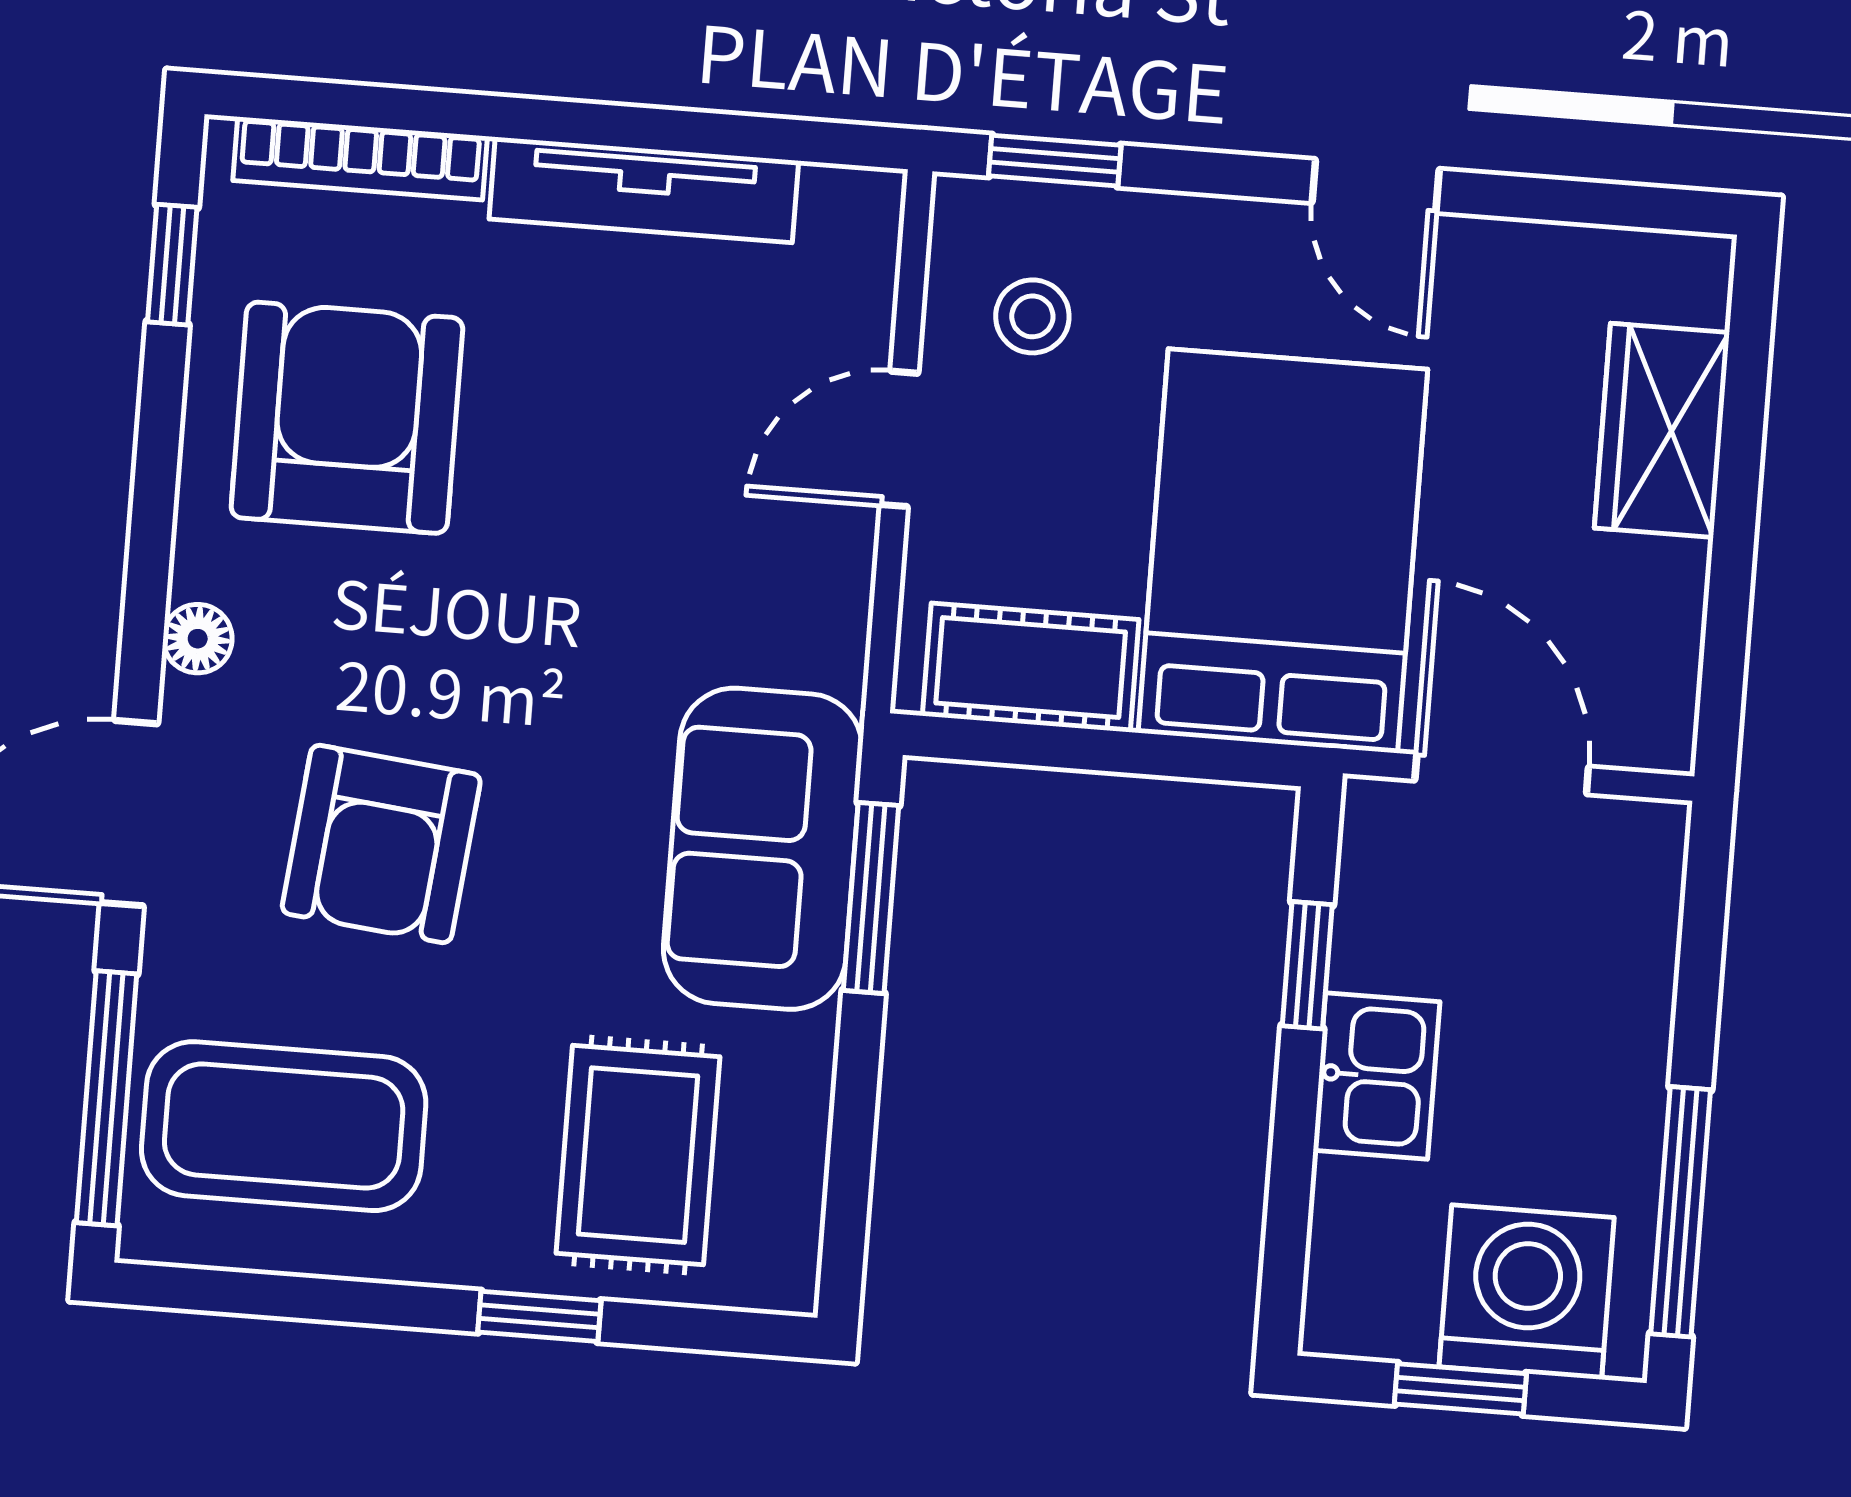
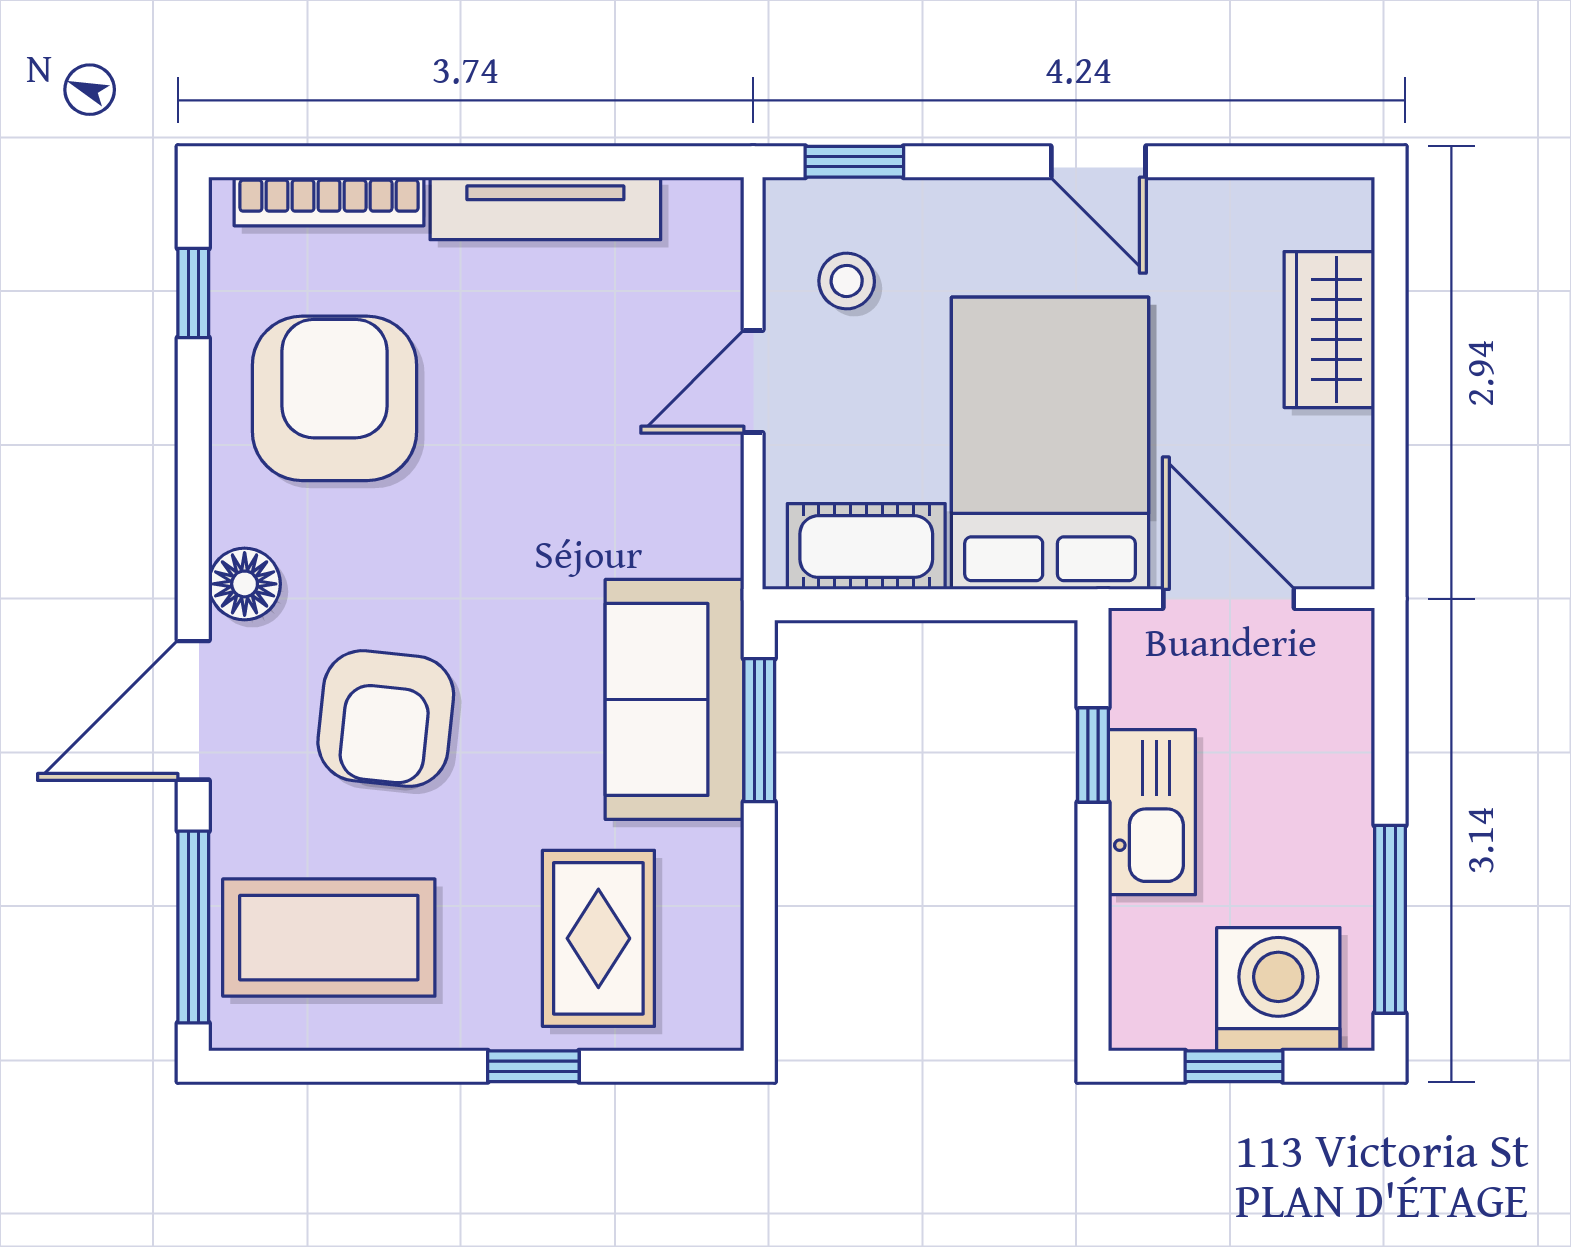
floor lamp: (198, 639) -> (245, 584), width x1.37, depth x1.37
kitchen sink: (1376, 1076) -> (1152, 812), width x1.38

